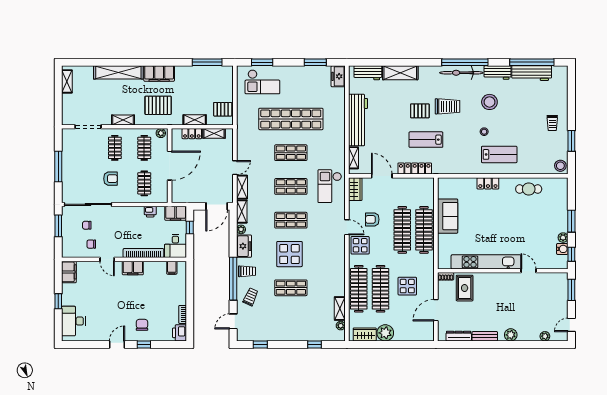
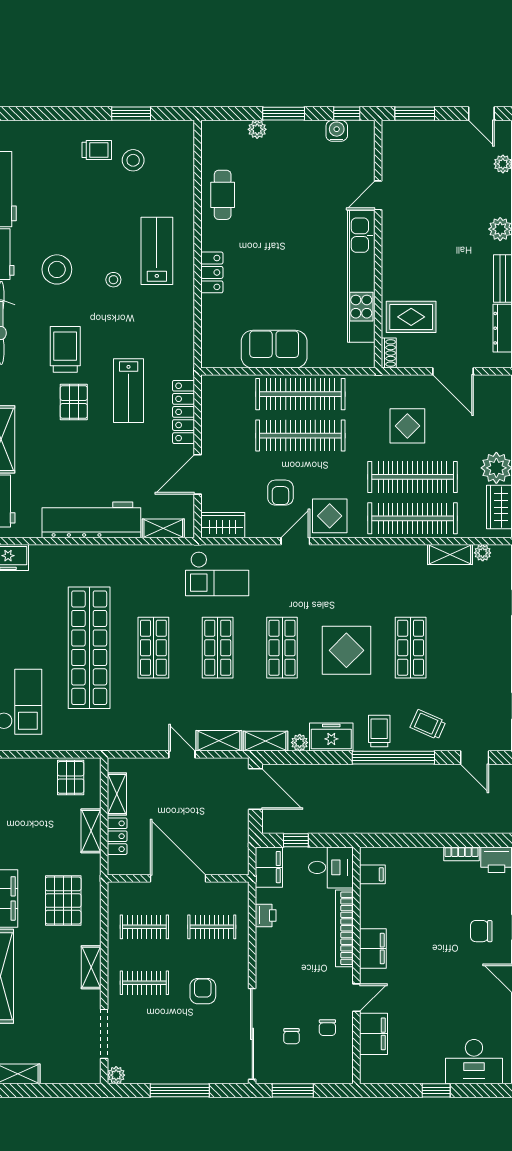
plant: (161, 133) -> (116, 1075), moved
stool: (560, 166) -> (133, 160), moved
plant: (563, 238) -> (257, 129), moved
filing cabinet: (69, 272) -> (374, 1034), moved, turned 90

